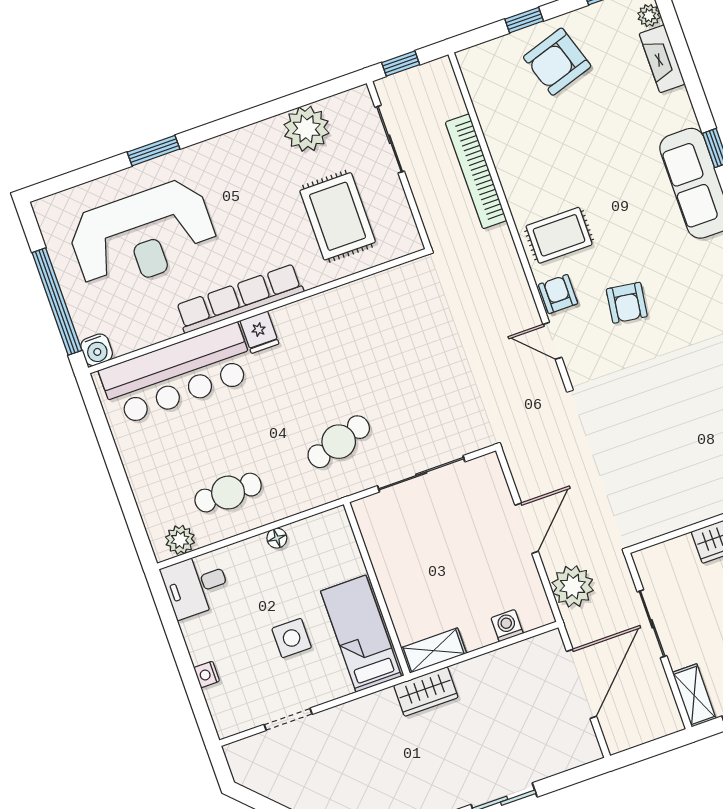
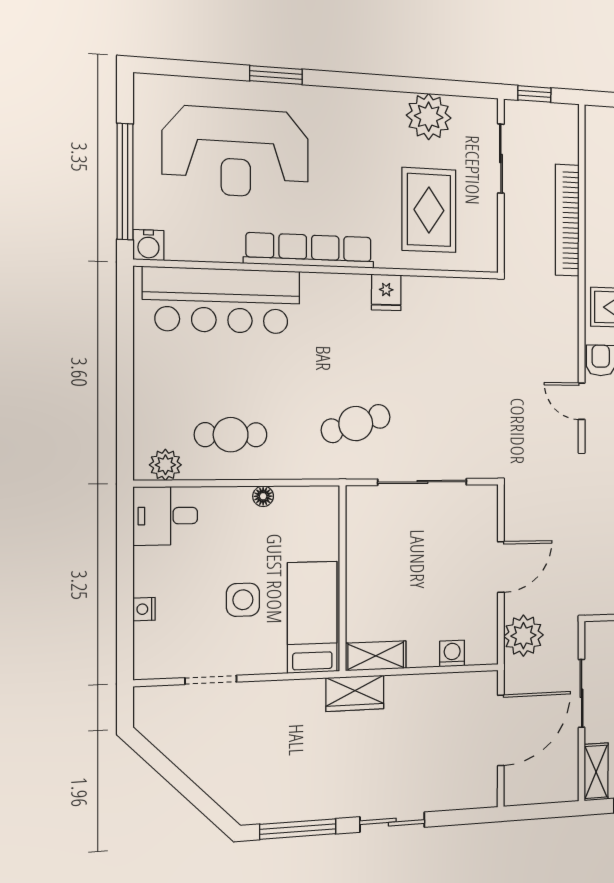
fridge: (259, 332) -> (386, 292), moved

